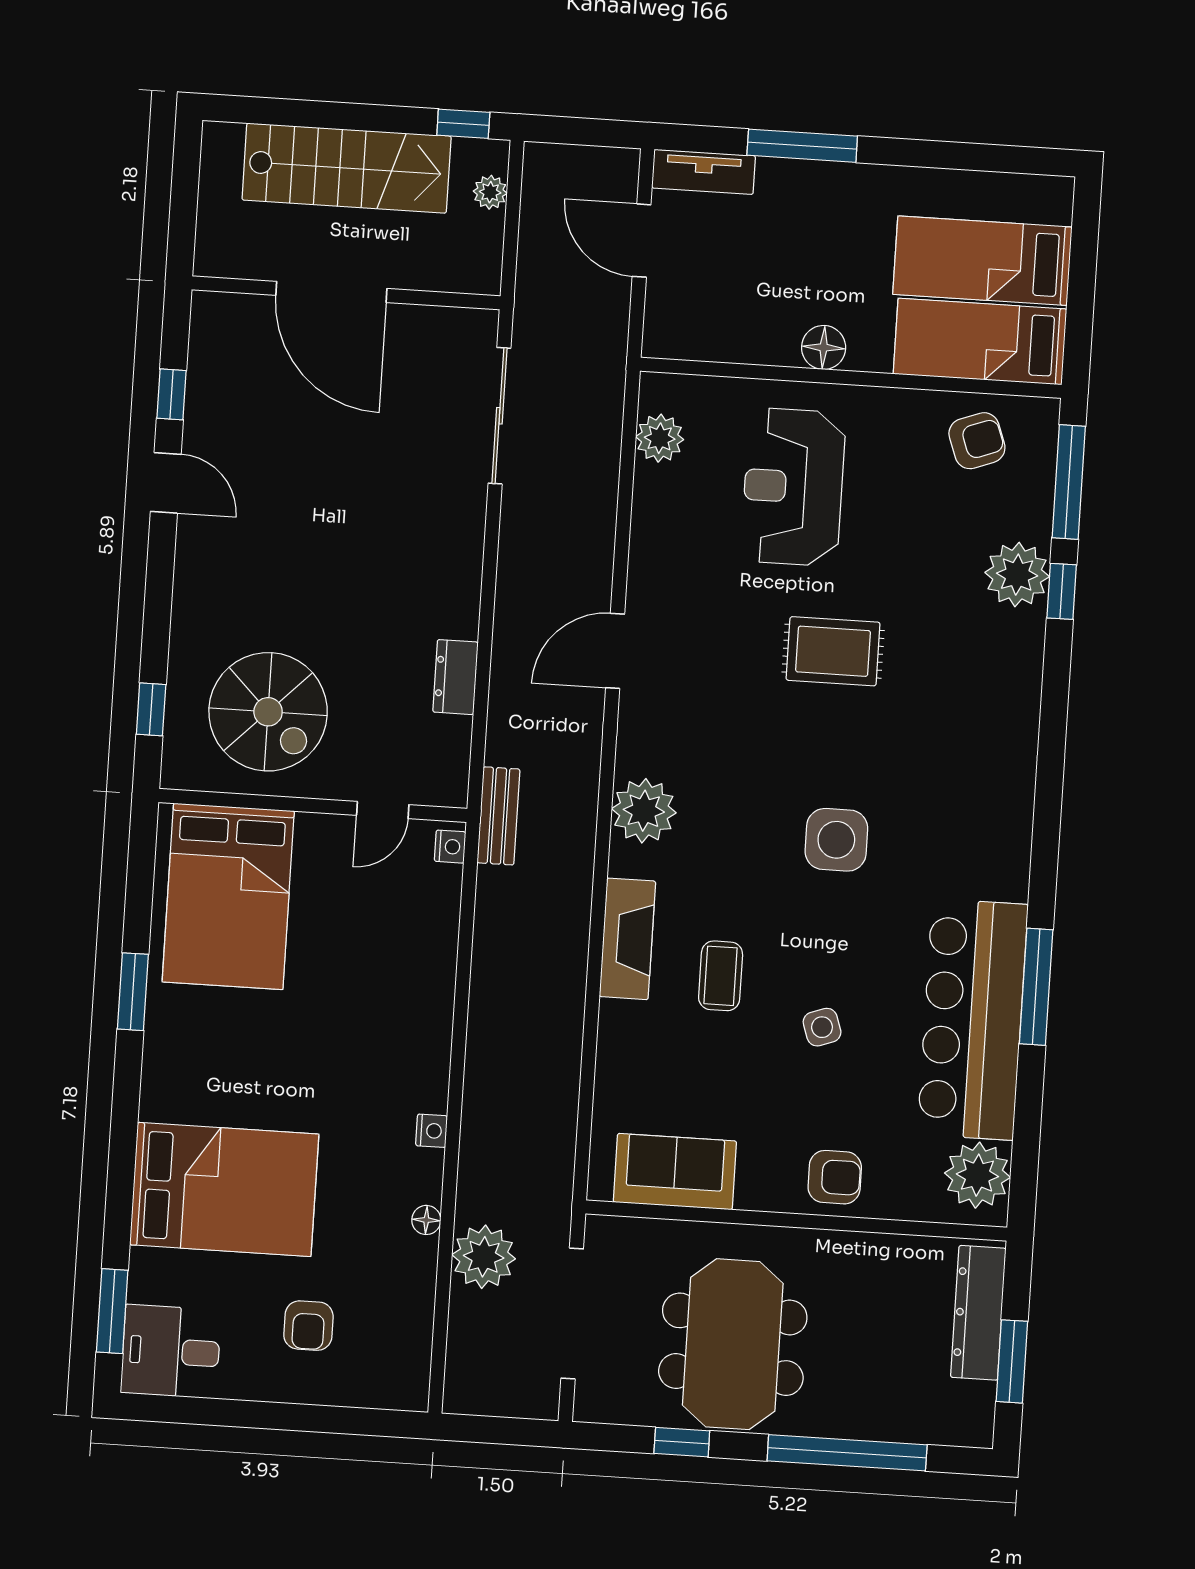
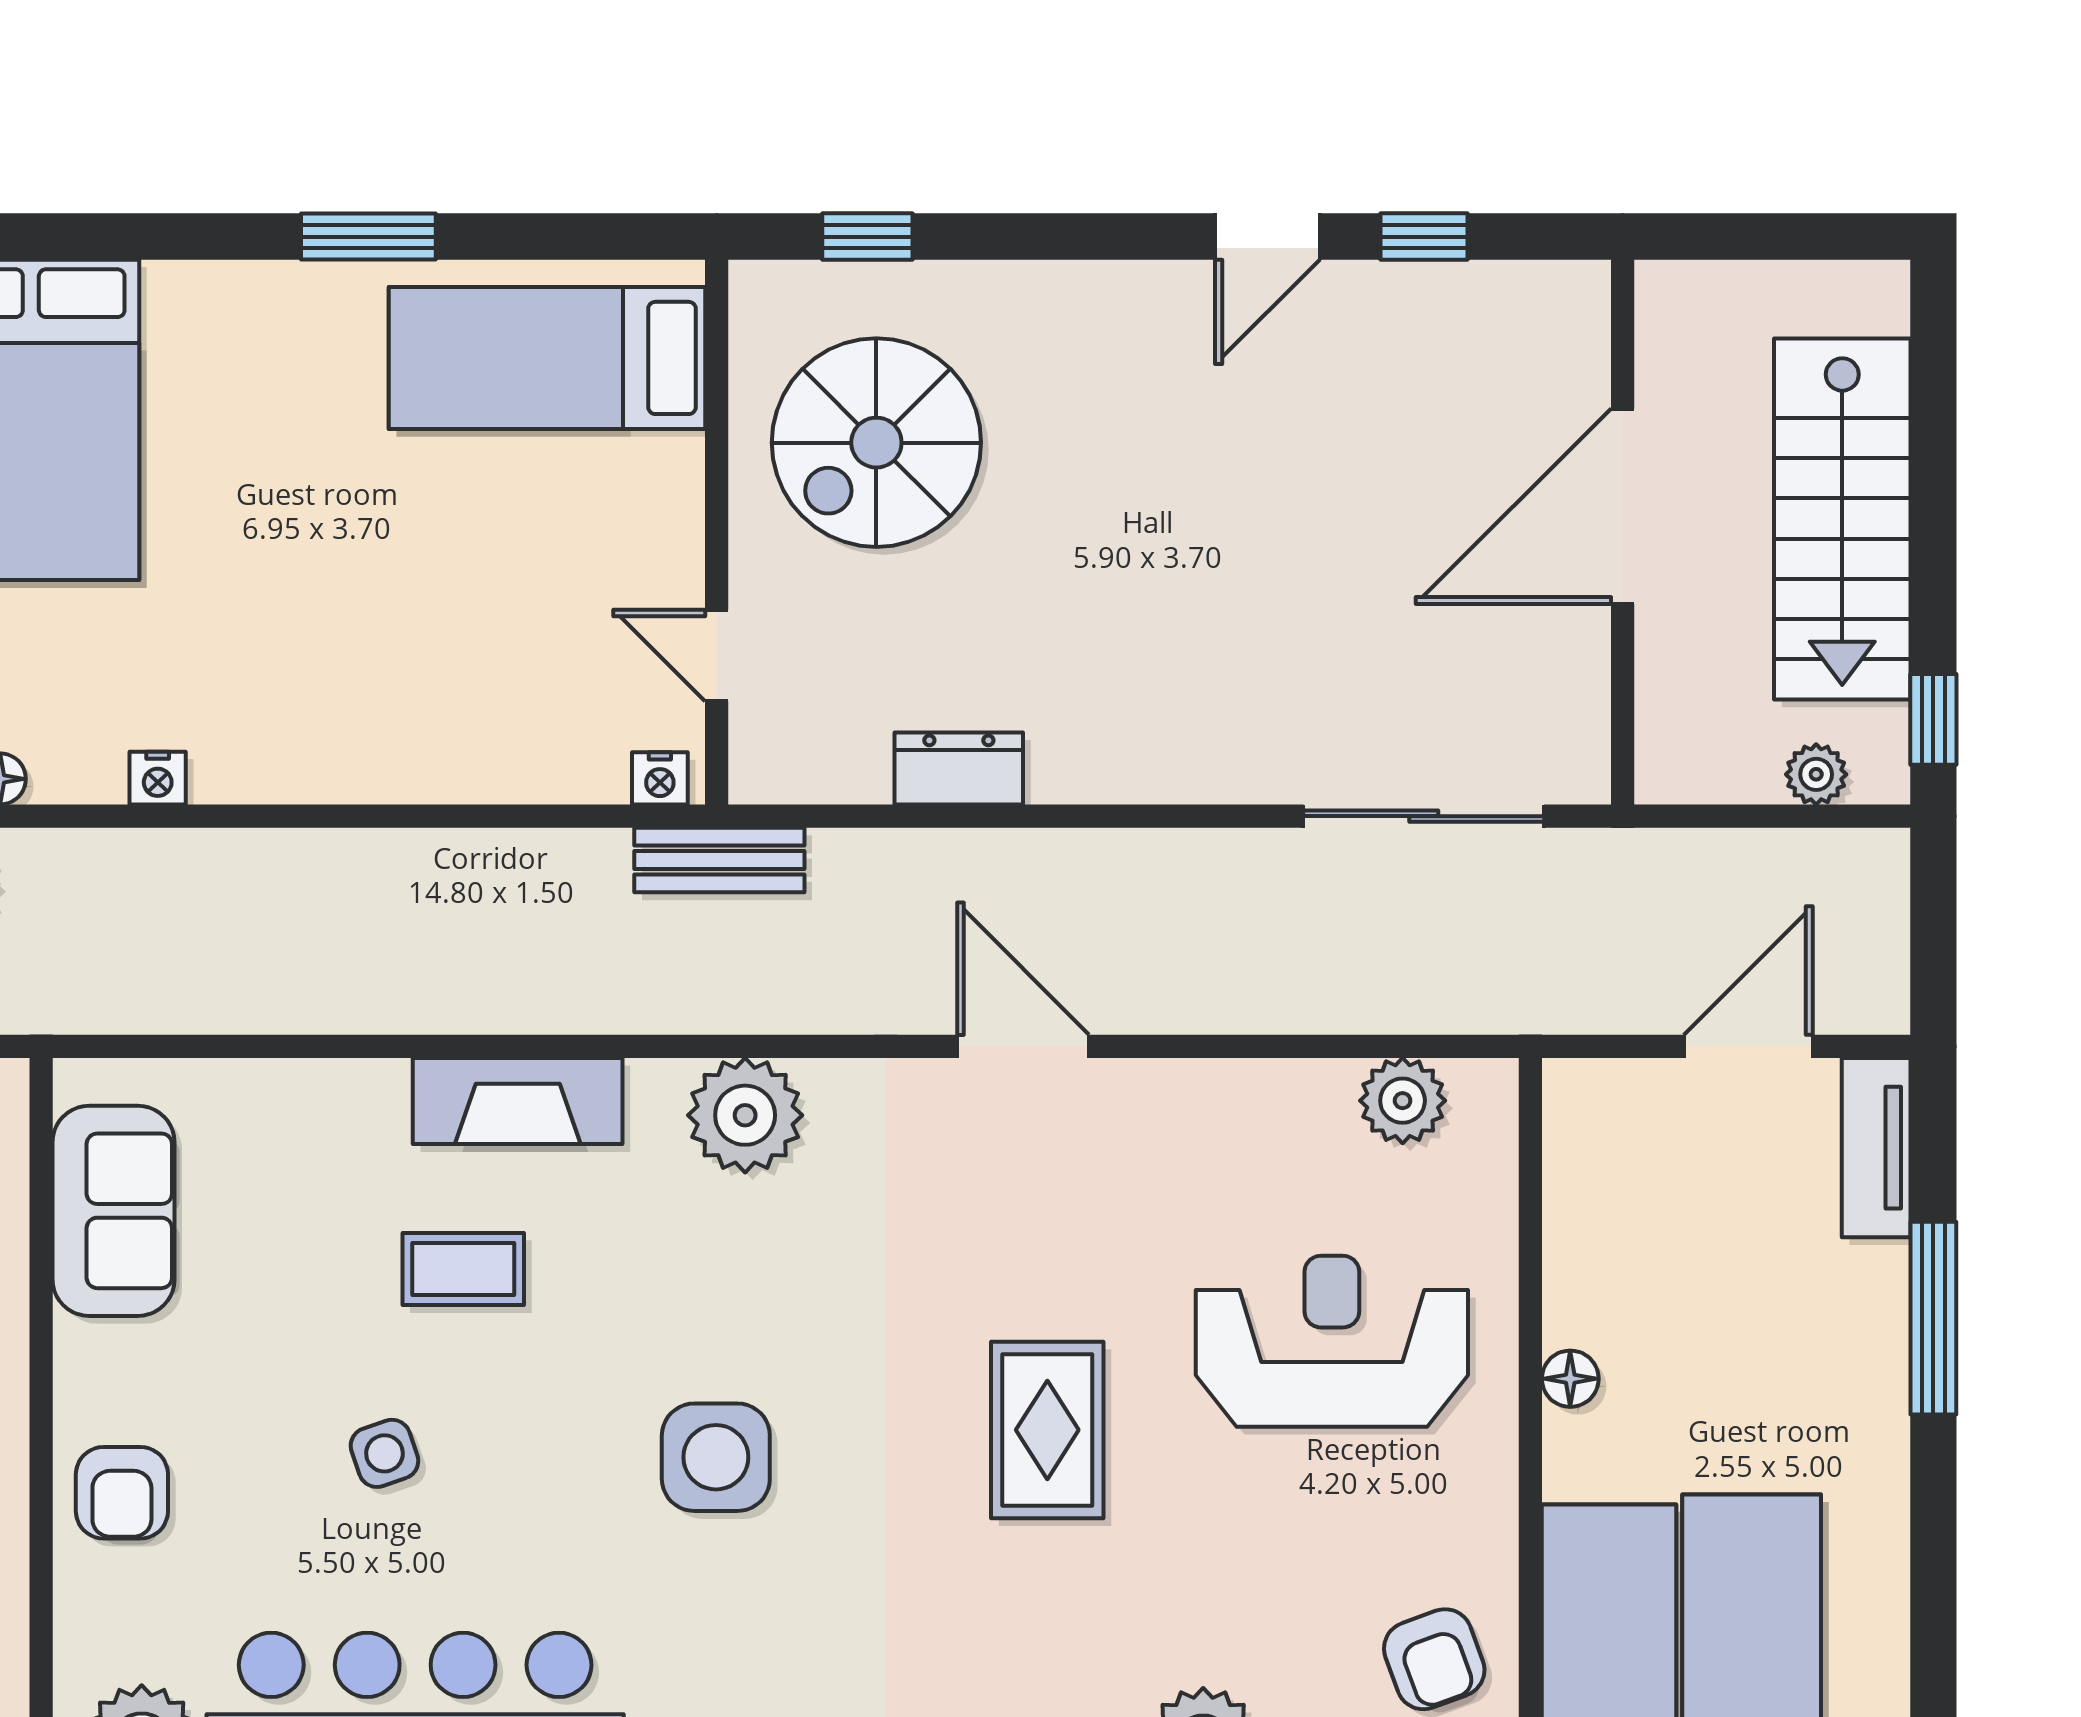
floor lamp: (824, 347) -> (1570, 1379), width x0.73, depth x0.73
bed: (228, 896) -> (547, 358), width x0.67

